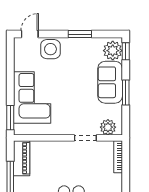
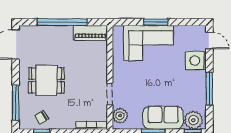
window: (80, 34) -> (209, 89), width x1.44
window: (10, 118) -> (156, 22), moved

